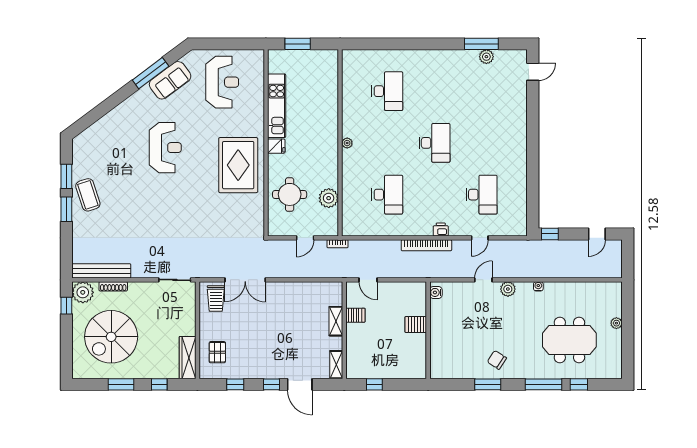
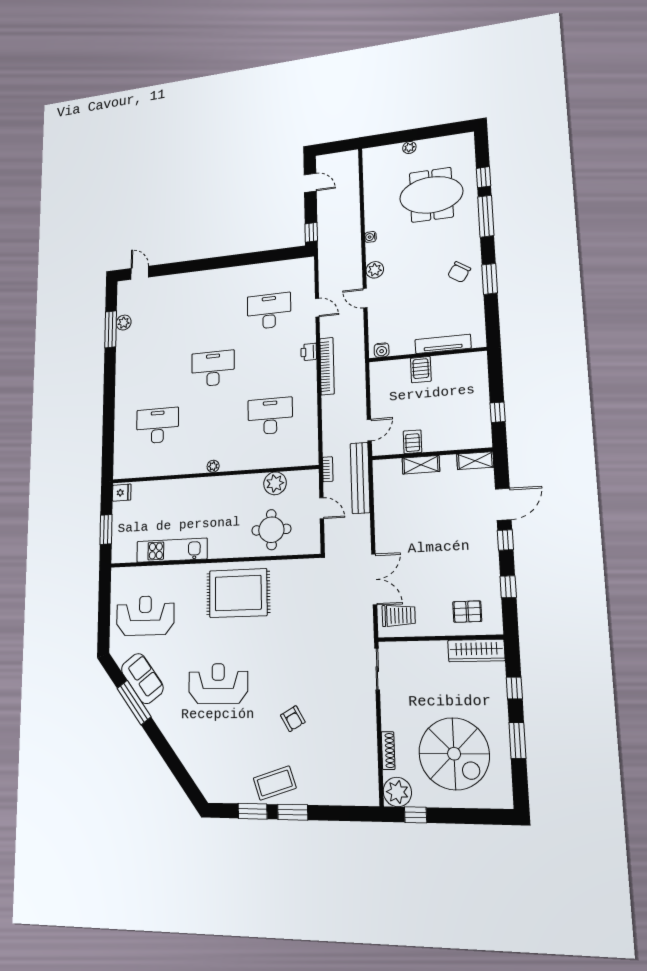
fridge: (276, 146) -> (122, 493), moved, turned 90
armchair: (137, 210) -> (293, 719), added
bench: (101, 271) -> (360, 478), moved
meeting table: (569, 340) -> (431, 195), turned 90
tv unit: (436, 344) -> (443, 344), added

